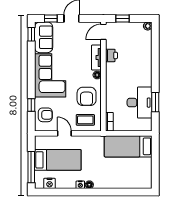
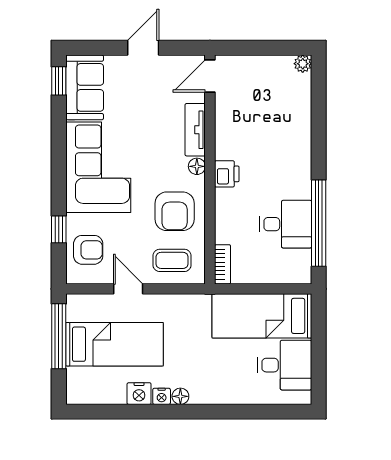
window: (51, 18) -> (100, 48), removed
window: (123, 18) -> (250, 48), removed
printer: (111, 55) -> (227, 174), moved
window: (155, 102) -> (319, 223), width x2.11
desk: (140, 103) -> (286, 224), width x0.73
window: (31, 167) -> (59, 336), moved
desk: (139, 170) -> (285, 365), added
nightstand: (50, 183) -> (139, 394), moved

